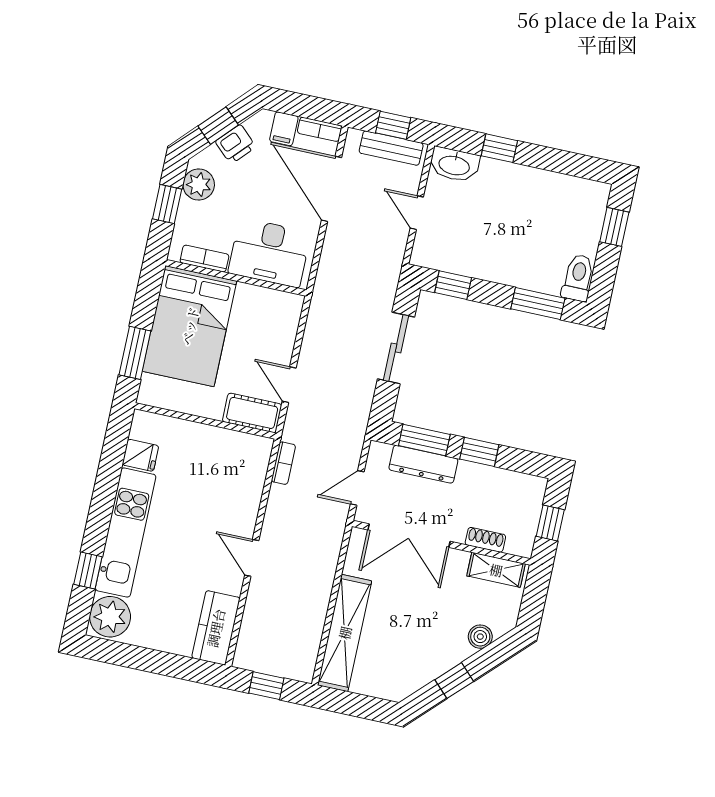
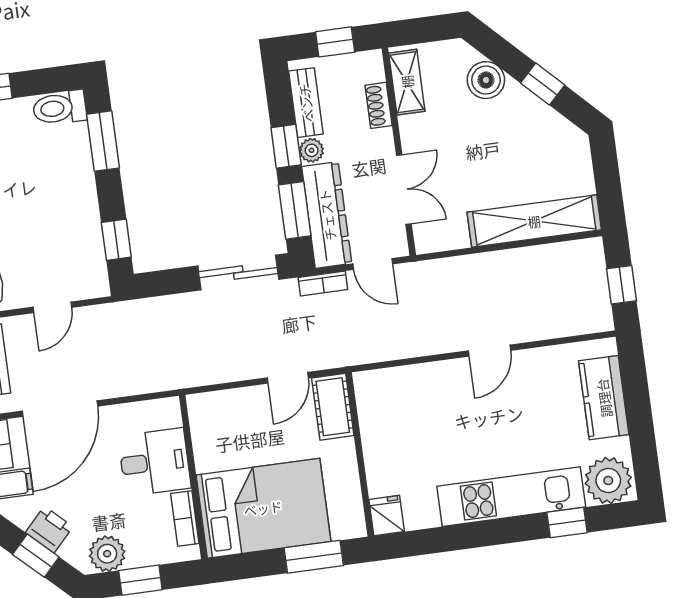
desk: (269, 253) -> (155, 462), width x0.73
sliding door: (396, 348) -> (238, 273), moved
fridge: (140, 455) -> (387, 516), moved
bookcase: (283, 463) -> (323, 283), moved, turned 180
dresser: (423, 464) -> (327, 215), width x1.37, depth x1.24
plant: (468, 472) -> (312, 150), added
bench: (509, 481) -> (306, 103), added
double door: (409, 536) -> (404, 189), width x0.73
kitchen counter: (216, 628) -> (604, 398), moved, turned 90
boiler: (480, 637) -> (486, 80), width x1.36, depth x1.36

